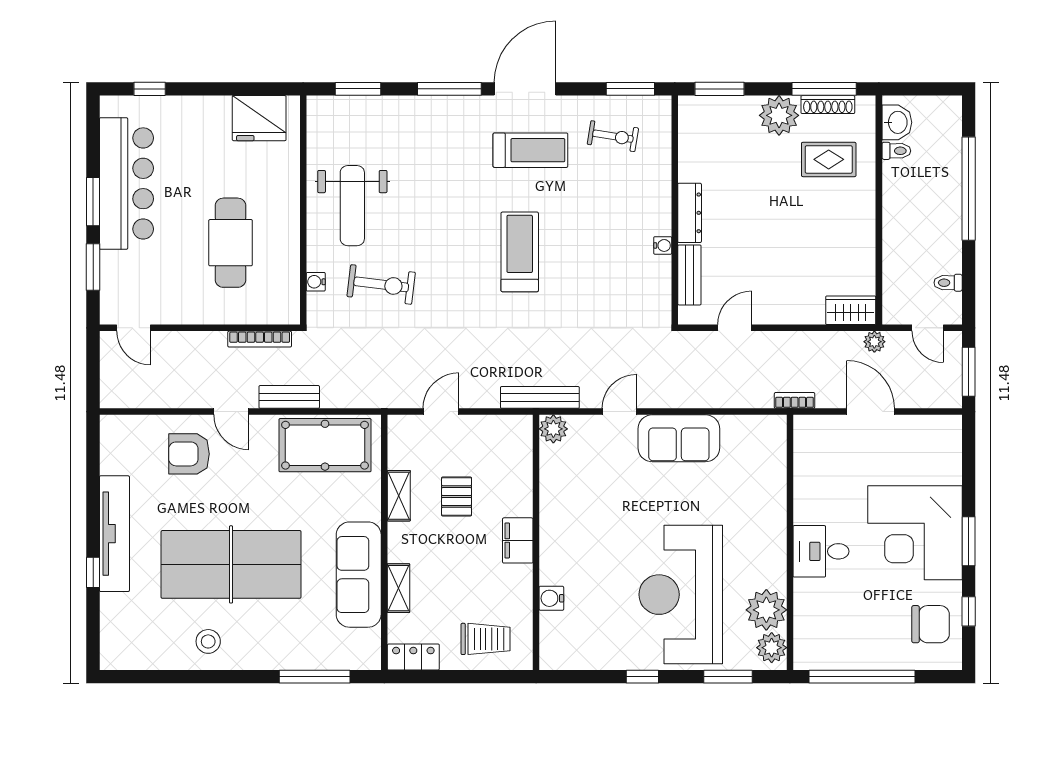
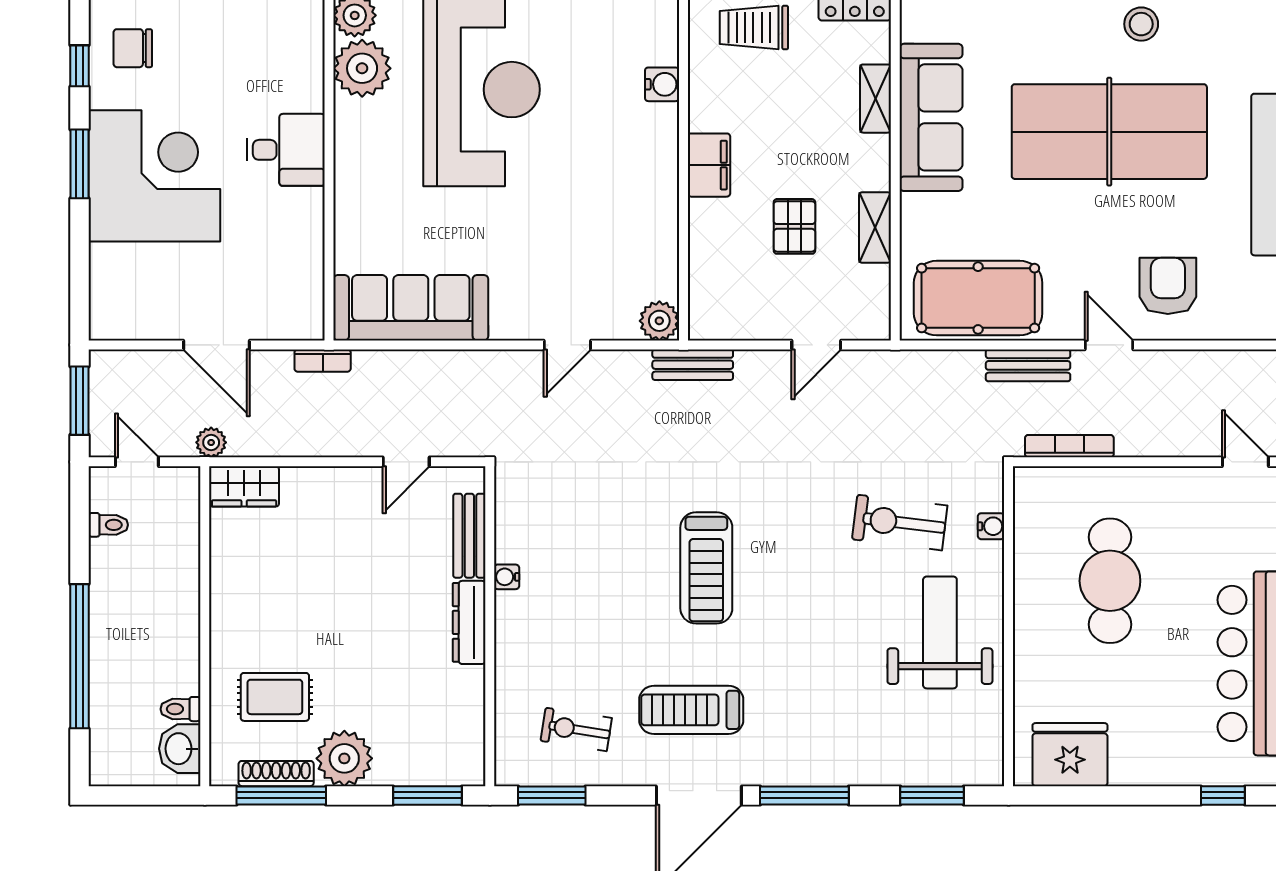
bench: (540, 397) -> (693, 365), width x0.73
sofa: (679, 438) -> (411, 308), moved, width x1.36
armchair: (189, 454) -> (1168, 286), turned -90
chair: (930, 624) -> (133, 48), width x0.73, depth x0.73

